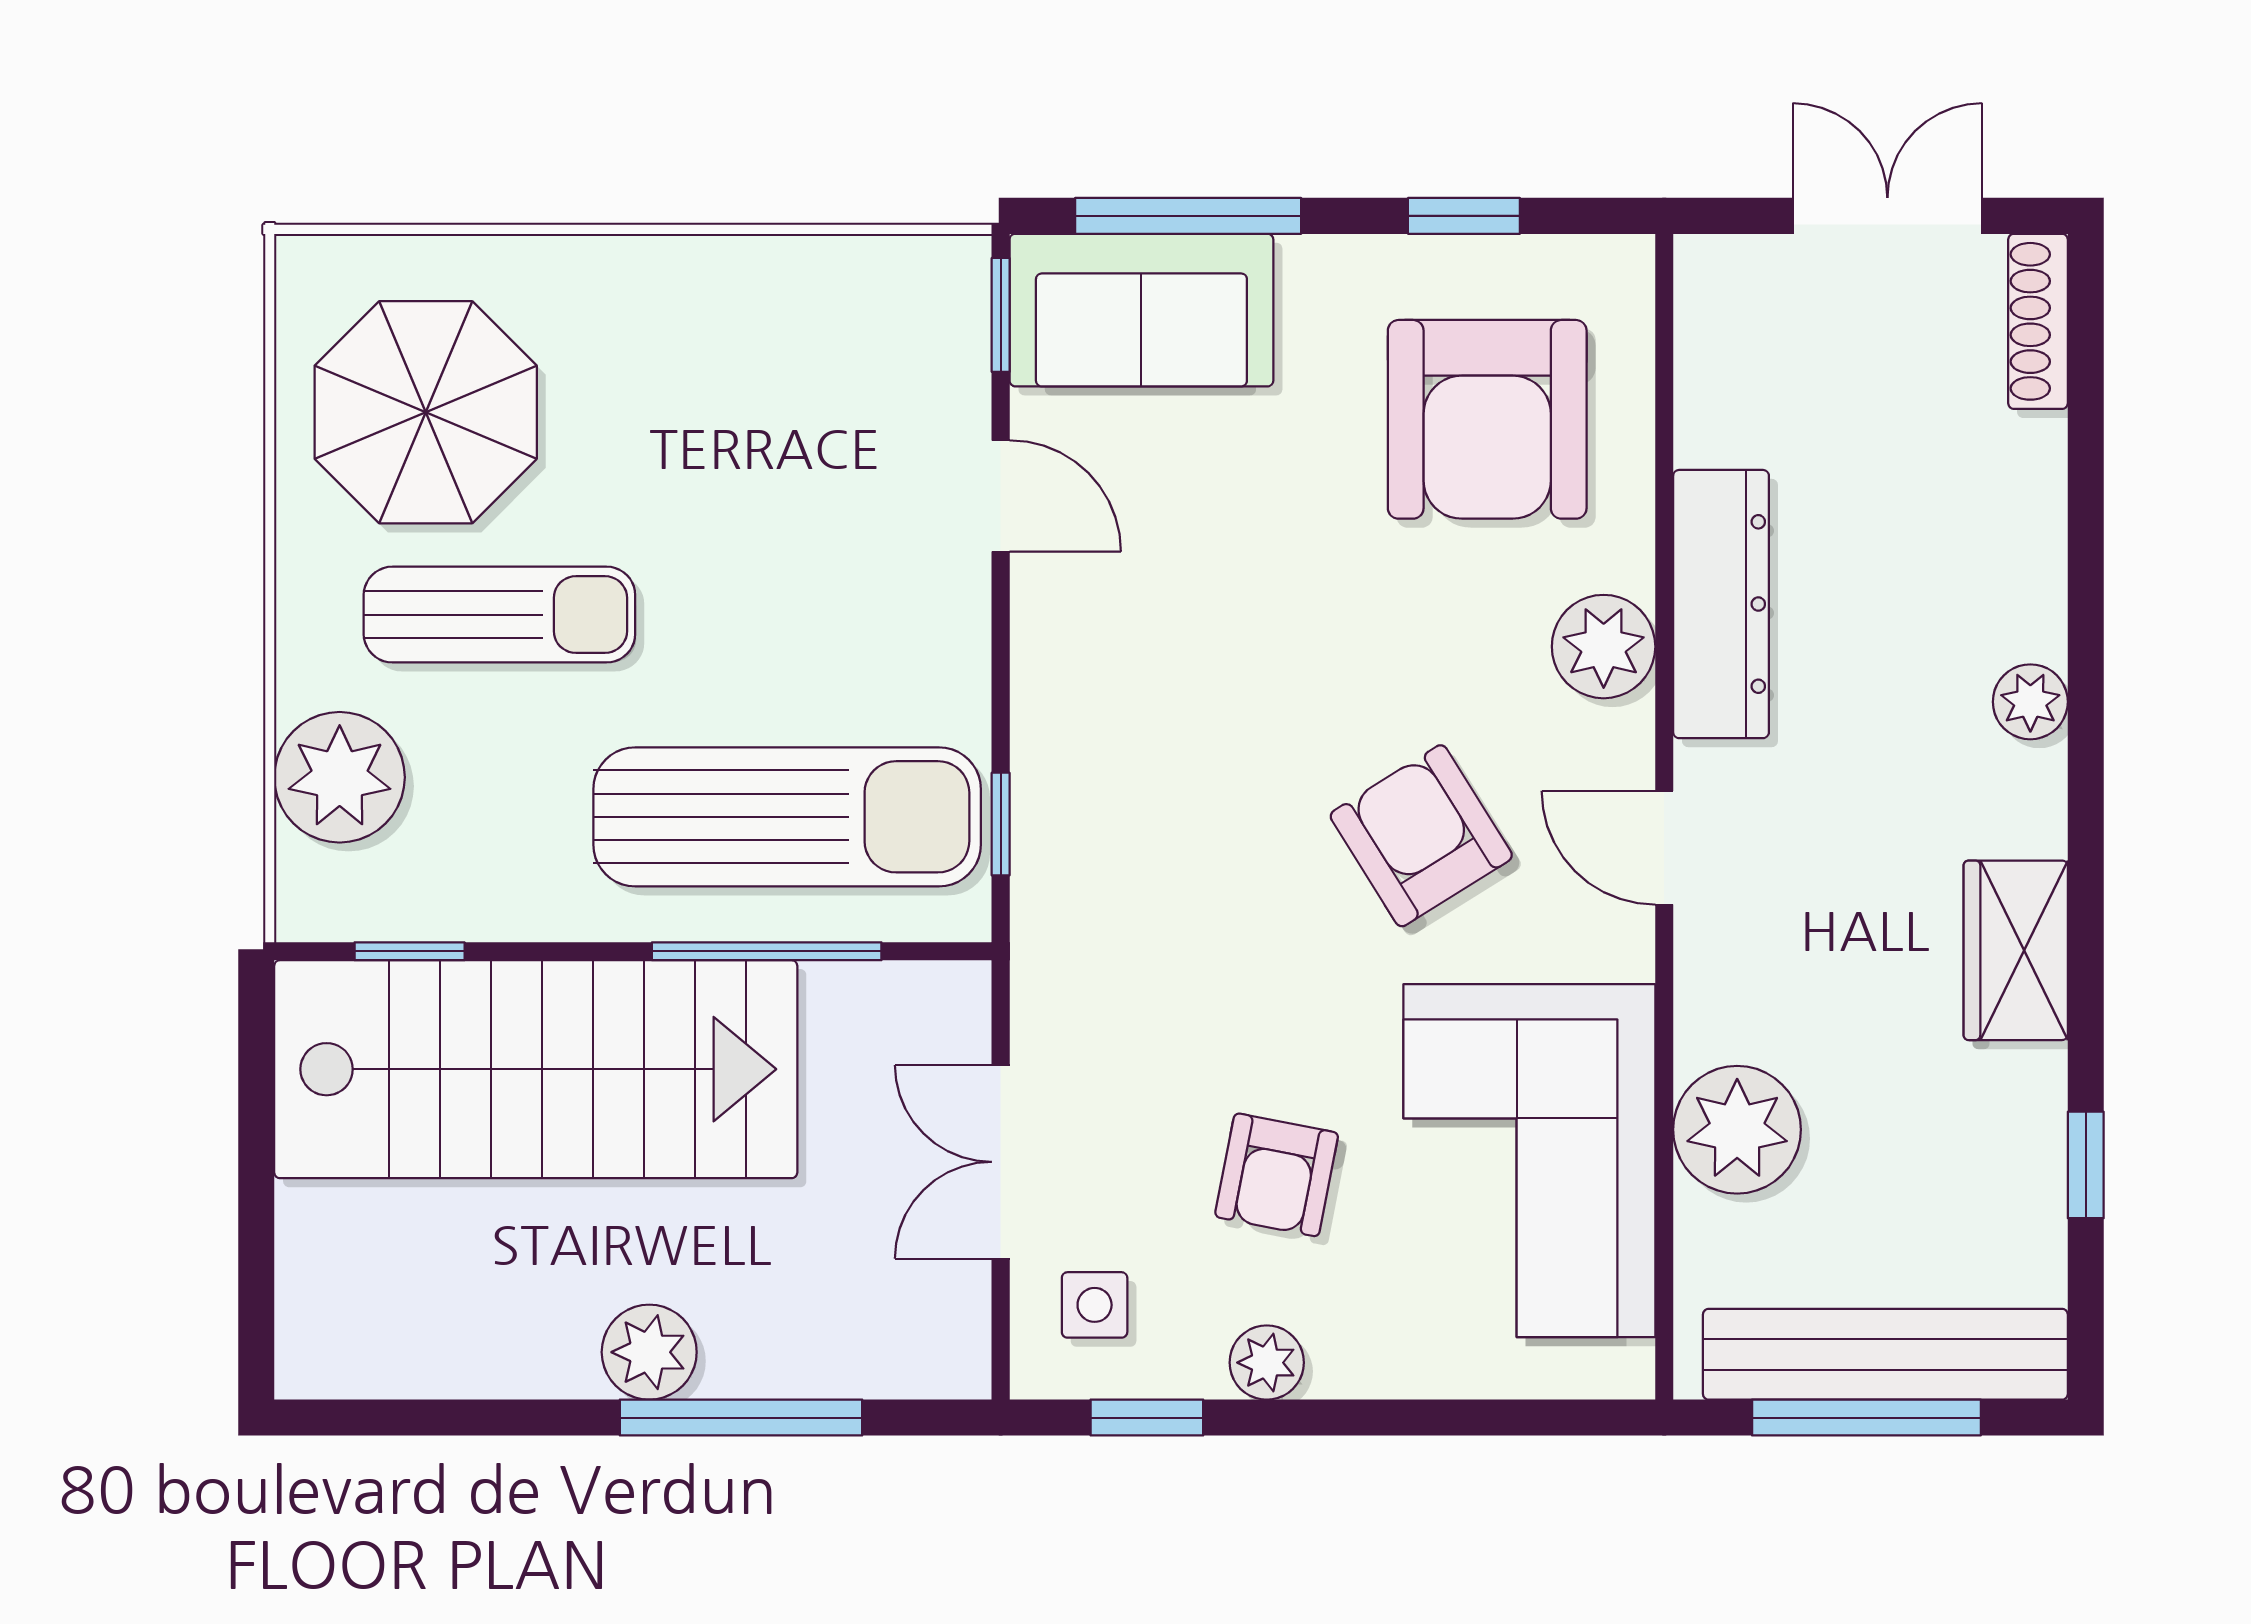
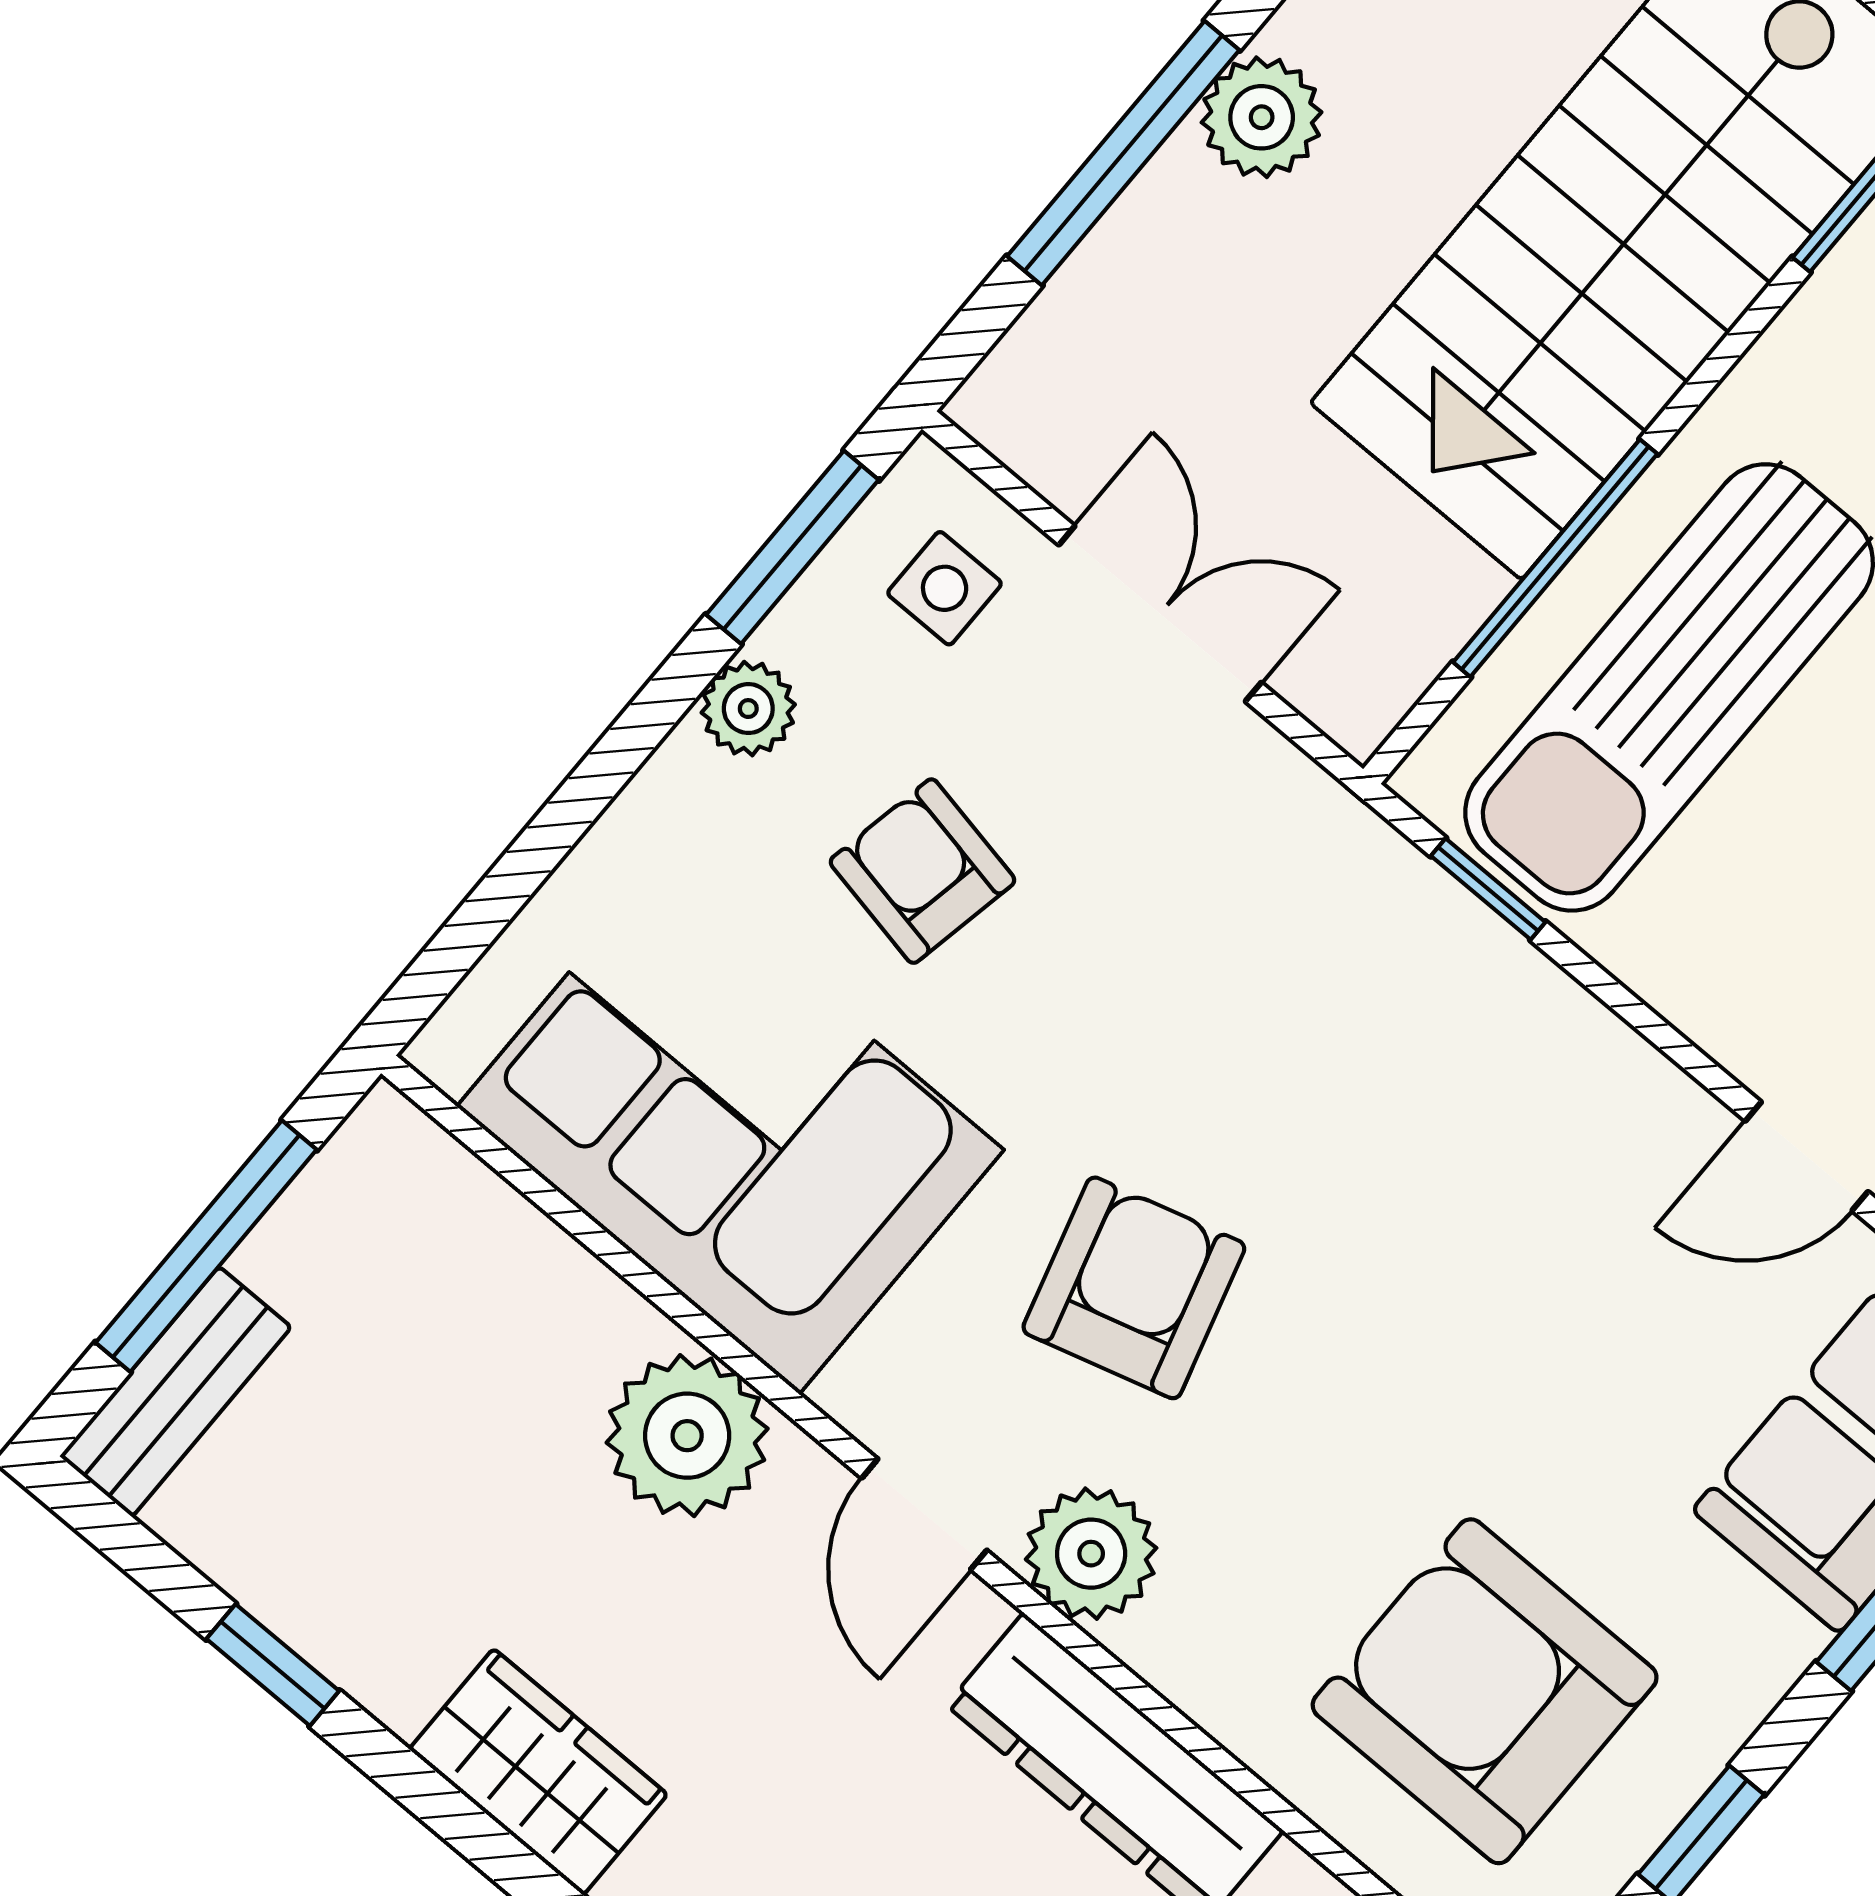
plant: (1604, 647) -> (1091, 1554), moved
armchair: (1421, 836) -> (1134, 1288), turned -74
door: (1664, 848) -> (924, 1514), swing flipped
plant: (1737, 1130) -> (687, 1436), moved
bench: (1885, 1354) -> (176, 1392), width x0.54, depth x0.82
window: (1147, 1418) -> (792, 547), width x1.50

